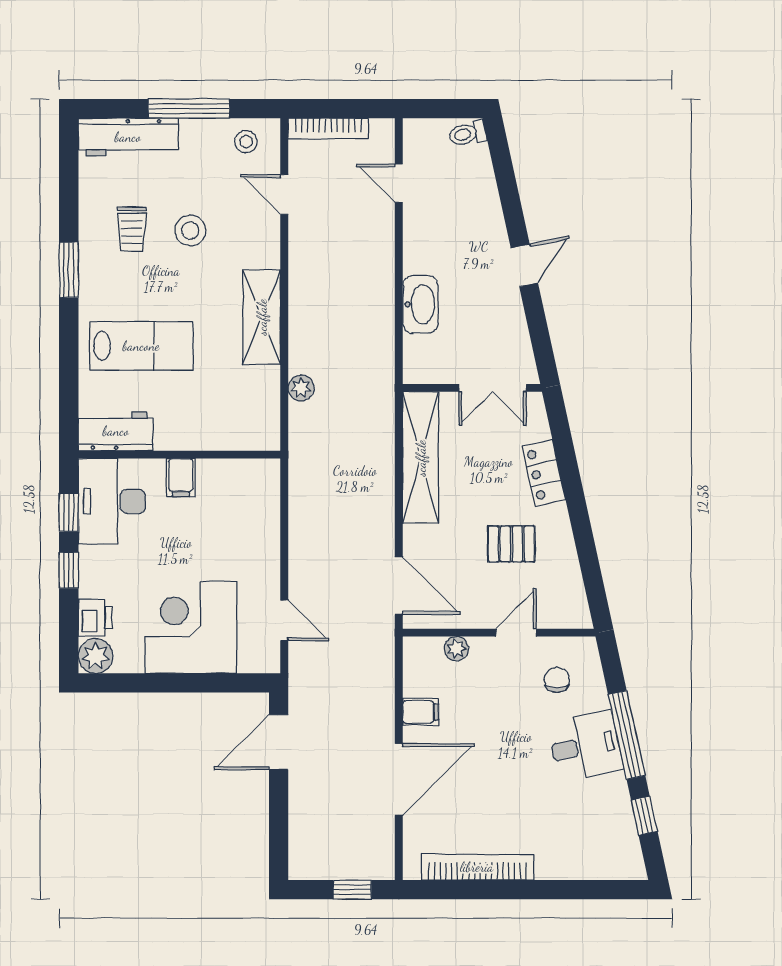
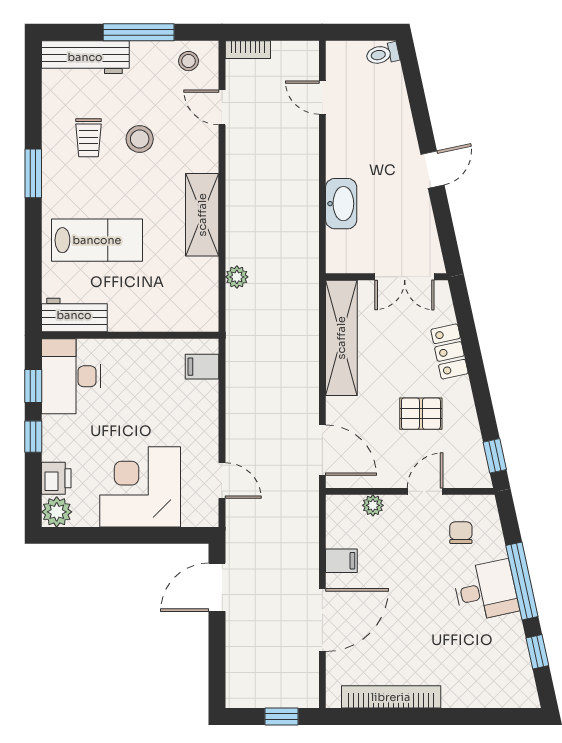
bookcase: (328, 128) -> (248, 50), width x0.64
filing cabinet: (181, 477) -> (202, 367), moved, turned 90
window: (596, 592) -> (495, 456), added

